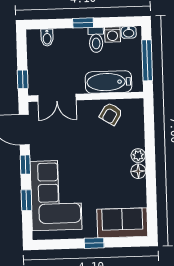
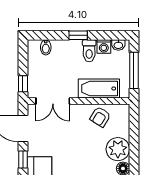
plant: (138, 156) -> (118, 149), width x1.87, depth x1.87

